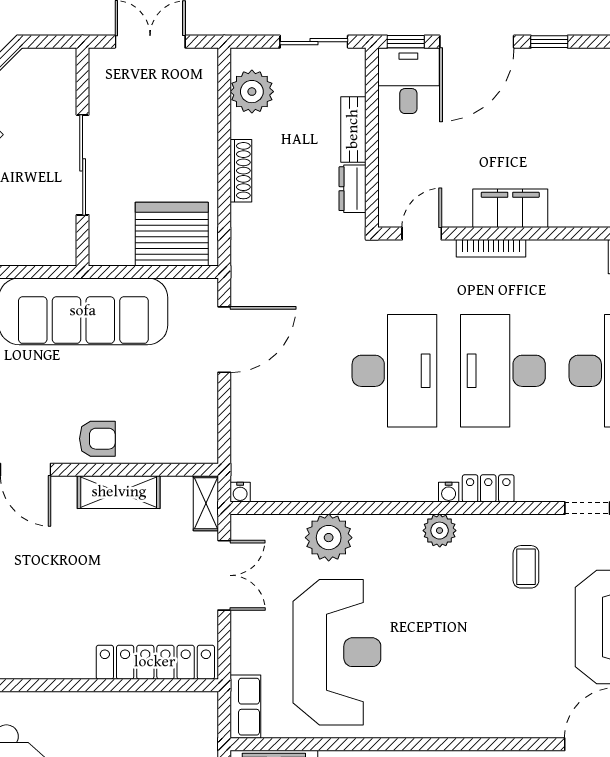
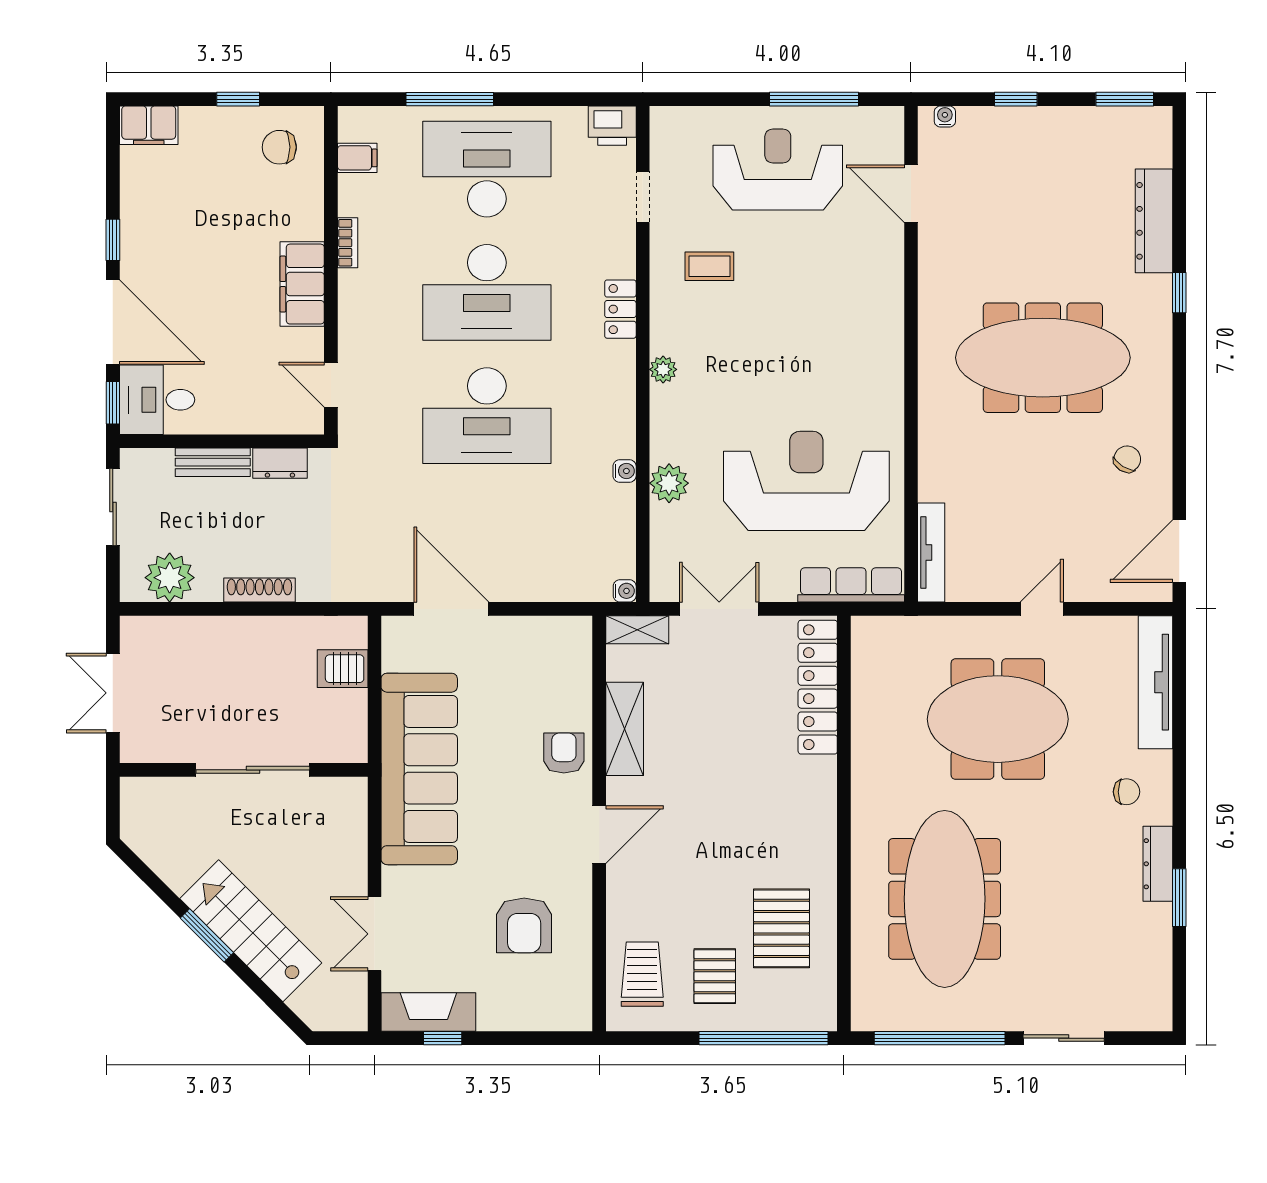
server rack: (172, 234) -> (343, 669), width x0.46, depth x0.70
bookcase: (491, 248) -> (348, 243), moved, width x0.64
desk: (394, 371) -> (487, 416), turned 180
water cooler: (449, 492) -> (625, 471), moved
plant: (440, 531) -> (663, 369), width x0.73, depth x0.73
plant: (329, 538) -> (669, 483), width x0.73, depth x0.73
row of seats: (245, 707) -> (851, 585), width x1.48

